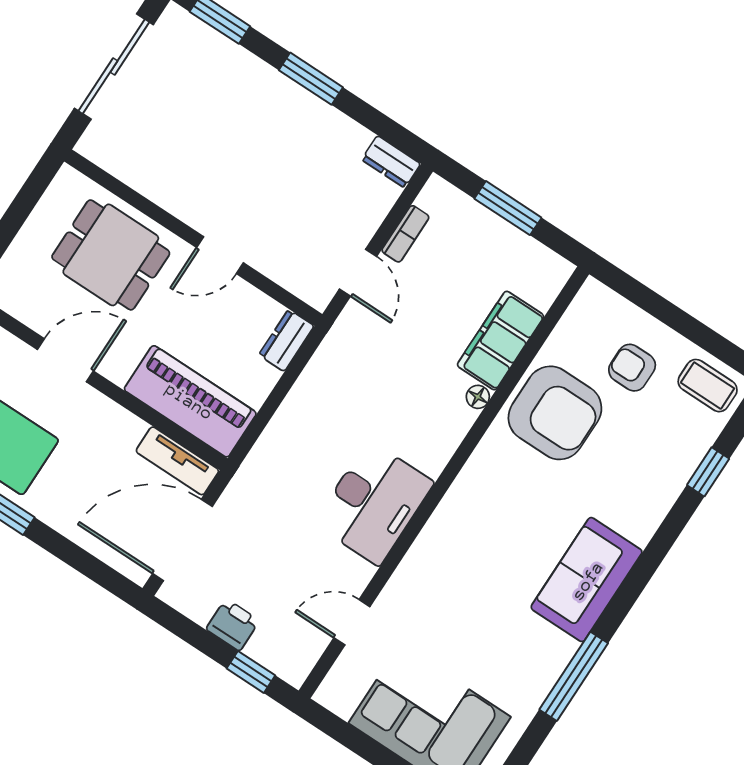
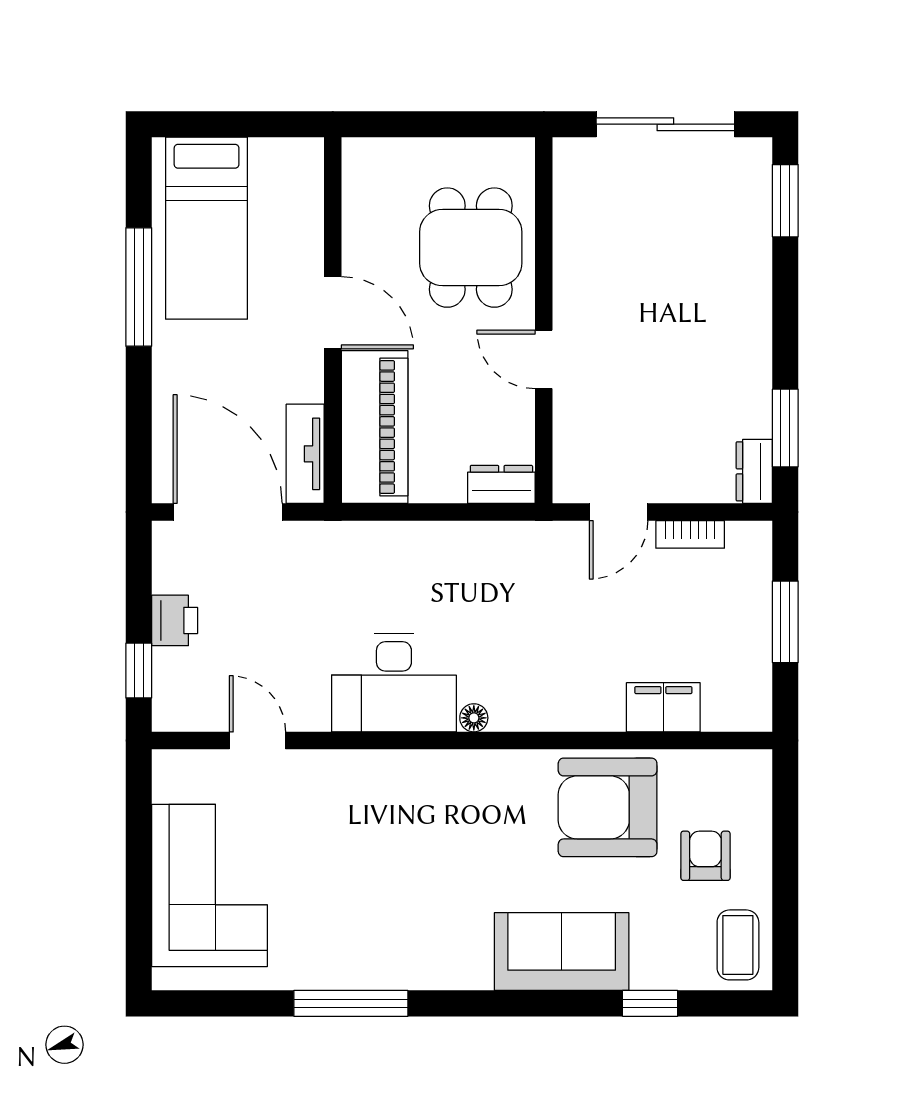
window: (311, 79) -> (785, 428), moved
filing cabinet: (501, 341) -> (663, 707), width x0.67, depth x0.86
door: (65, 360) -> (333, 313), moved
floor lamp: (478, 397) -> (474, 718), moved
armchair: (555, 413) -> (608, 807), turned 90
sofa: (587, 580) -> (562, 952), moved

